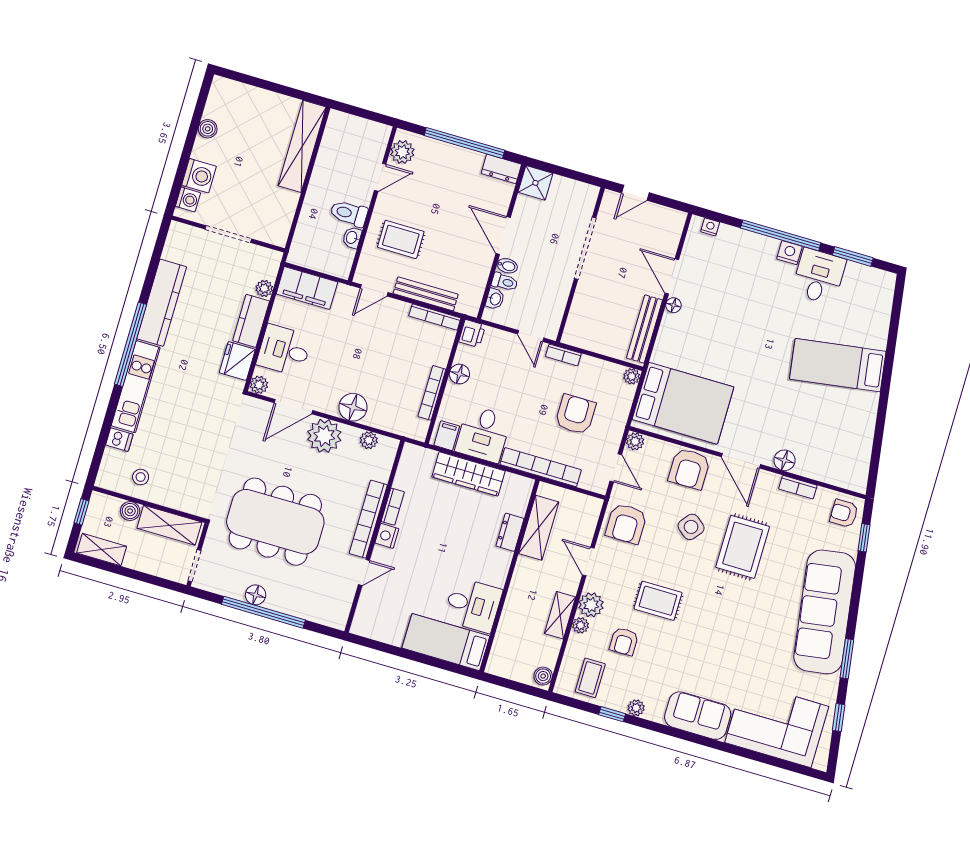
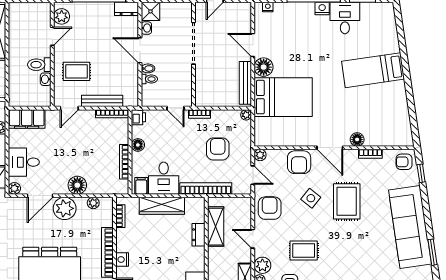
washbasin: (495, 299) -> (146, 28), moved
floor lamp: (673, 305) -> (264, 67), width x1.89, depth x1.89
bed: (683, 403) -> (283, 97), moved
bookcase: (393, 507) -> (120, 216), moved
armchair: (626, 524) -> (270, 208), turned 180

